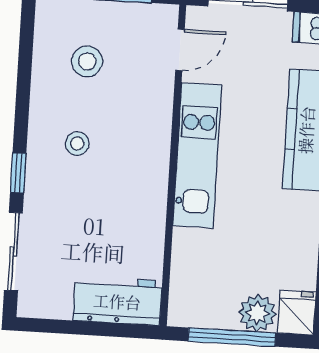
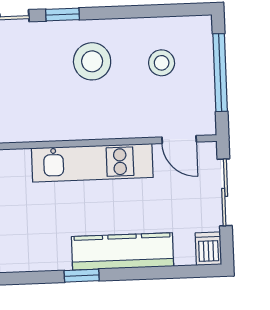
stool: (77, 144) -> (92, 61), width x1.89, depth x1.89

